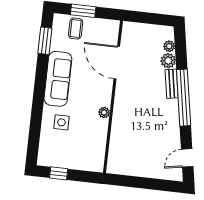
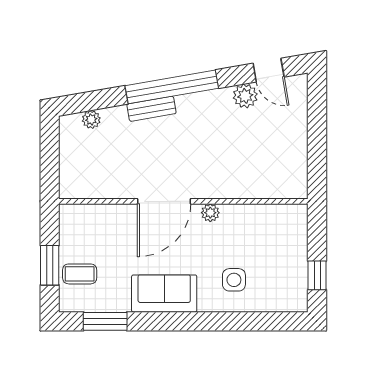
plant: (168, 61) -> (245, 96), moved
door: (117, 63) -> (164, 201), moved
sofa: (58, 79) -> (164, 294), width x0.73

